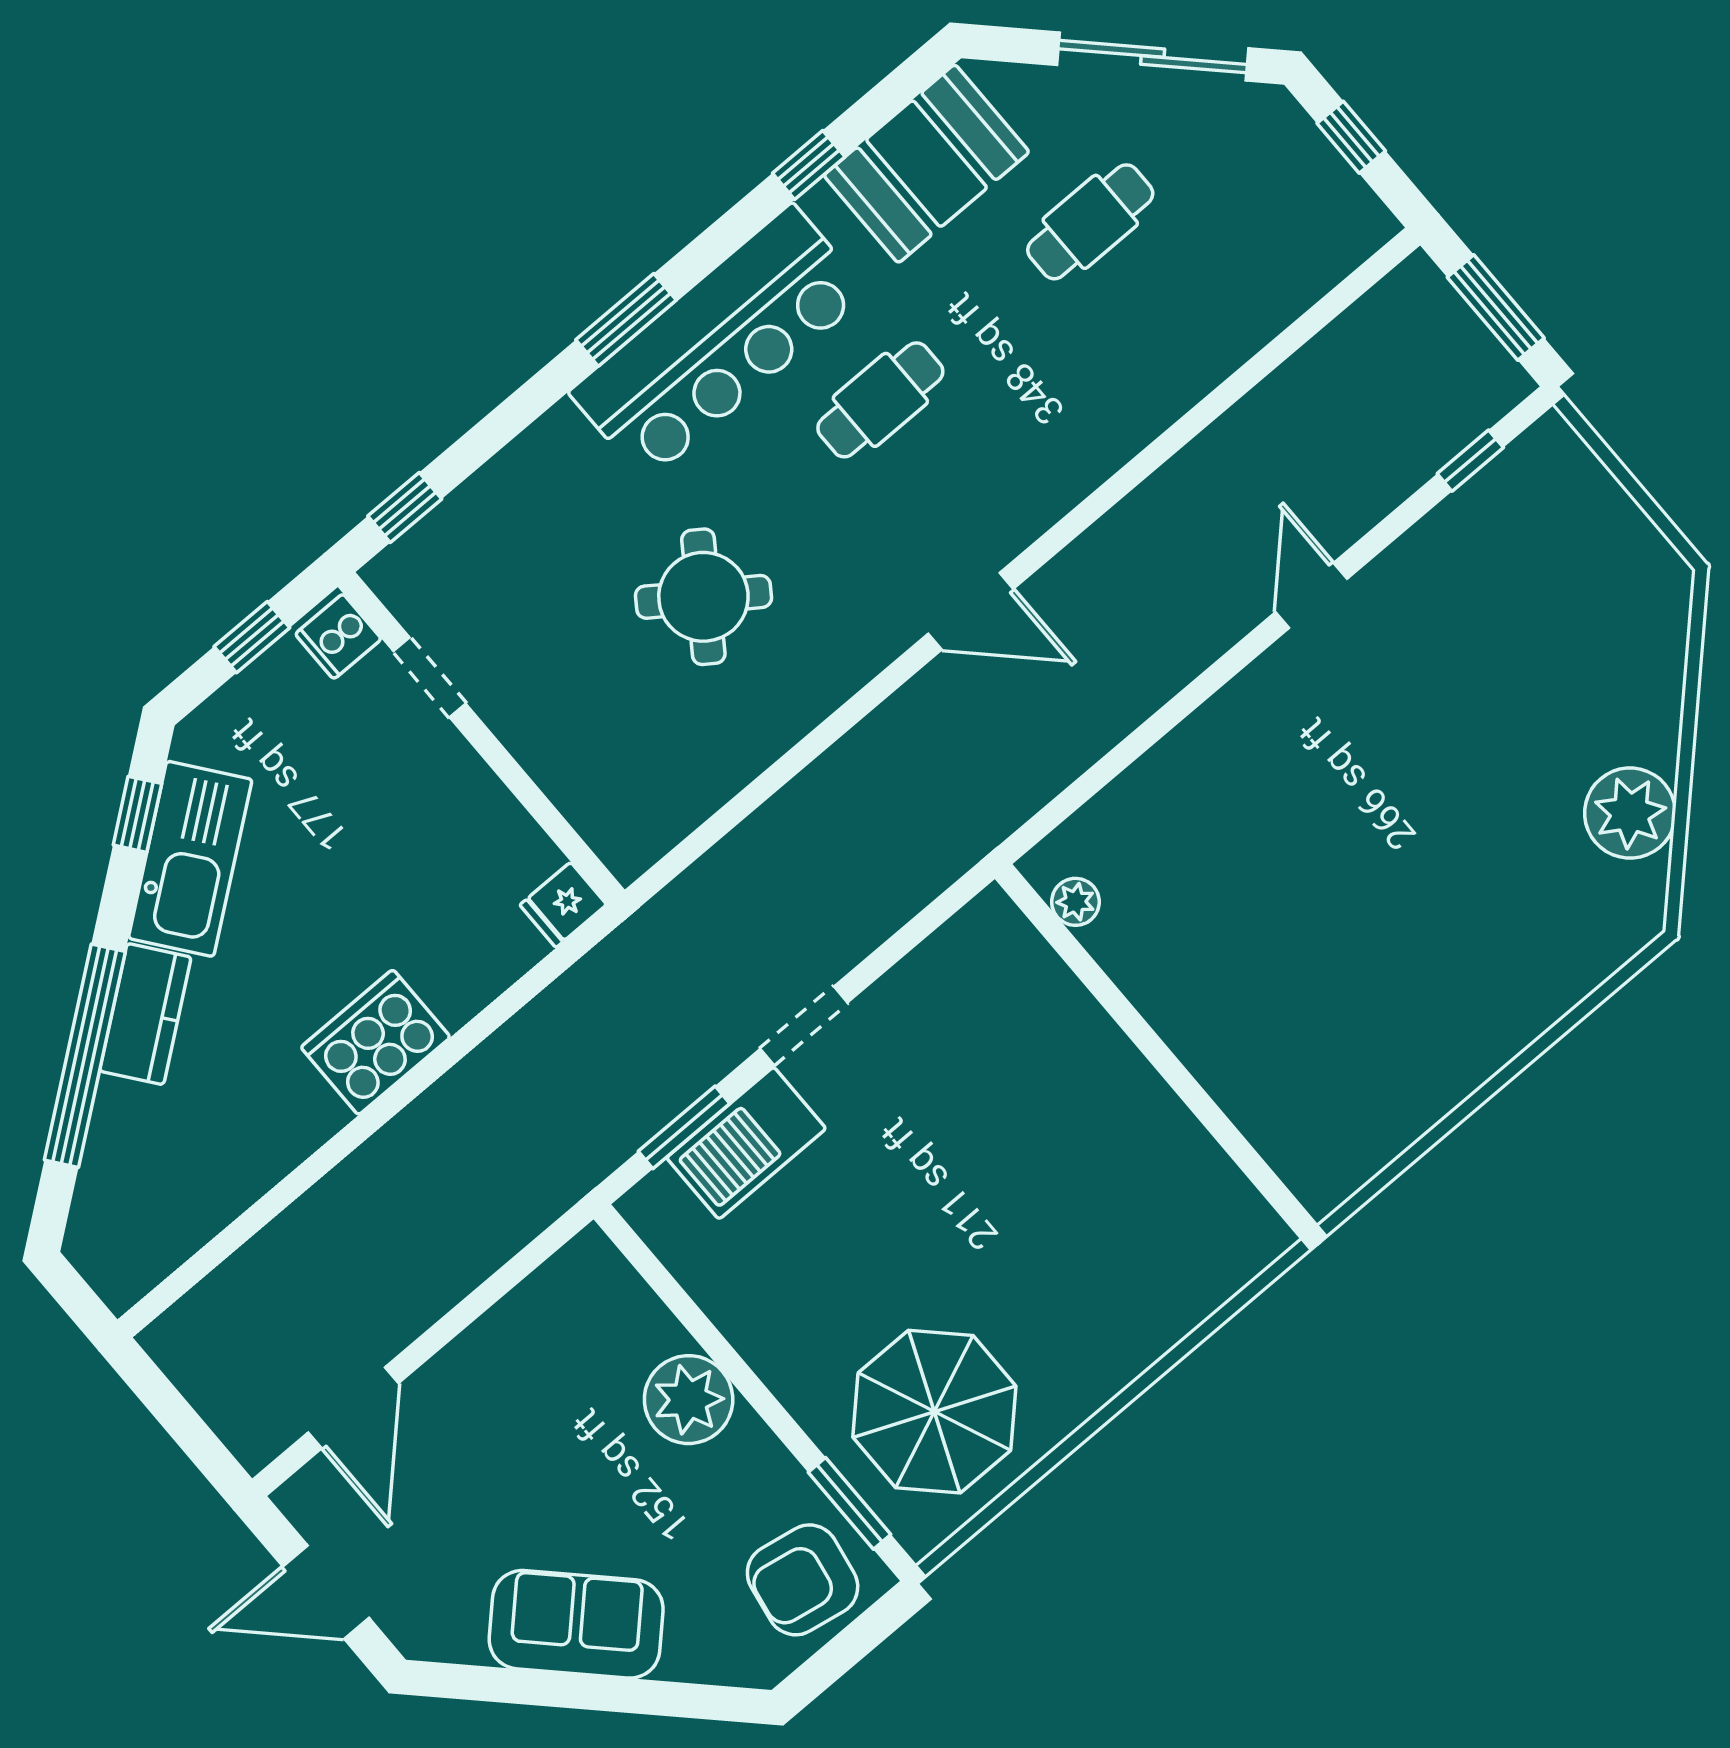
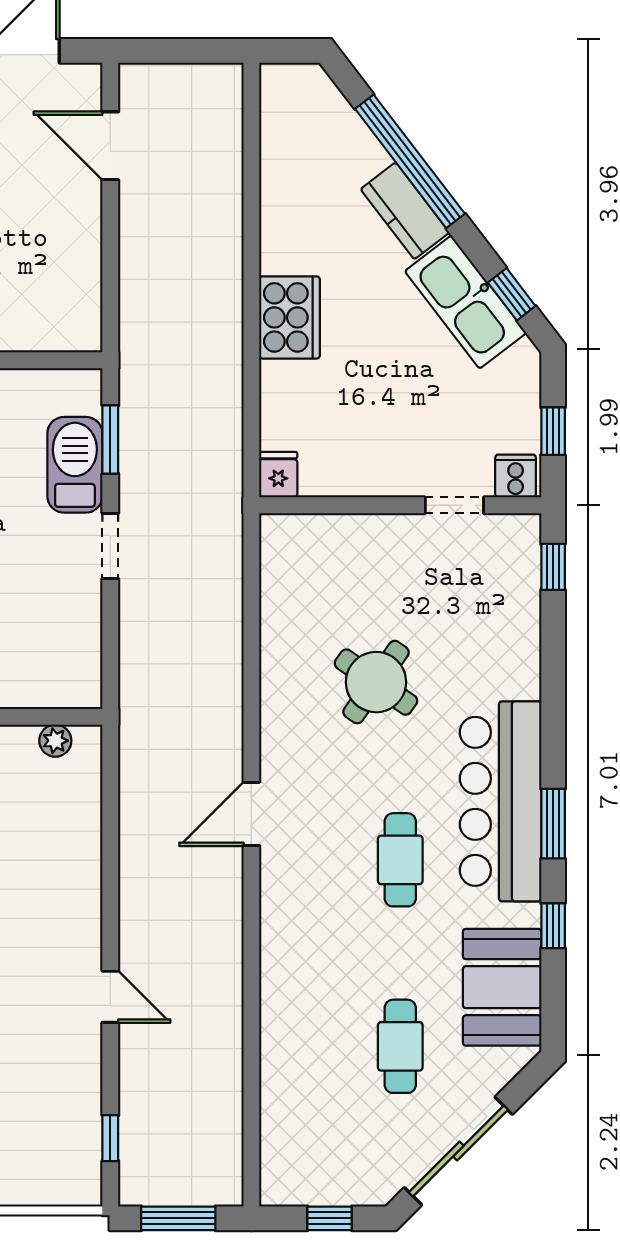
window: (626, 320) -> (553, 824), moved

